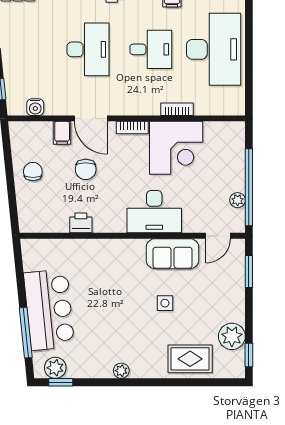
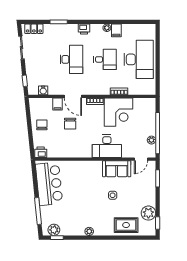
printer: (81, 223) -> (41, 152), moved
bar counter: (49, 310) -> (49, 184), moved

